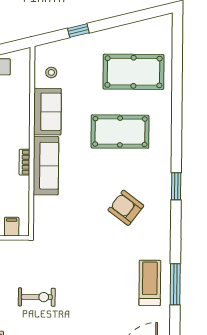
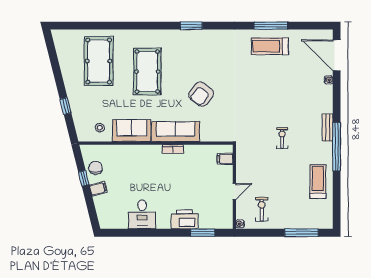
armchair: (126, 208) -> (201, 94), moved
exercise bike: (37, 297) -> (282, 138), width x0.73, depth x0.72

